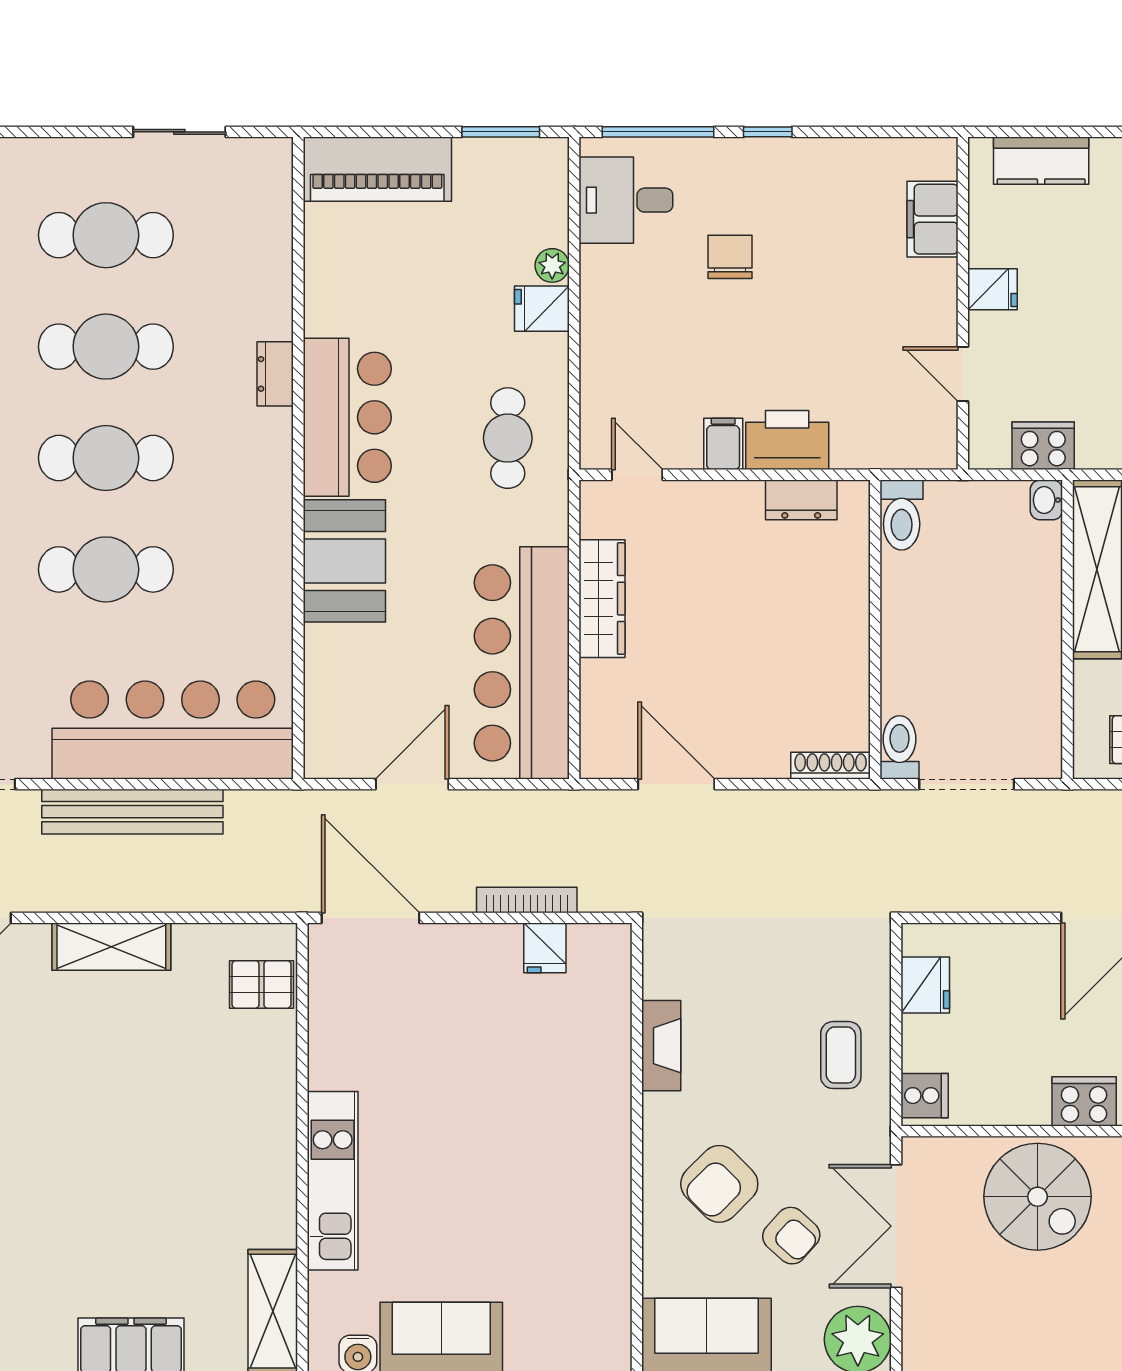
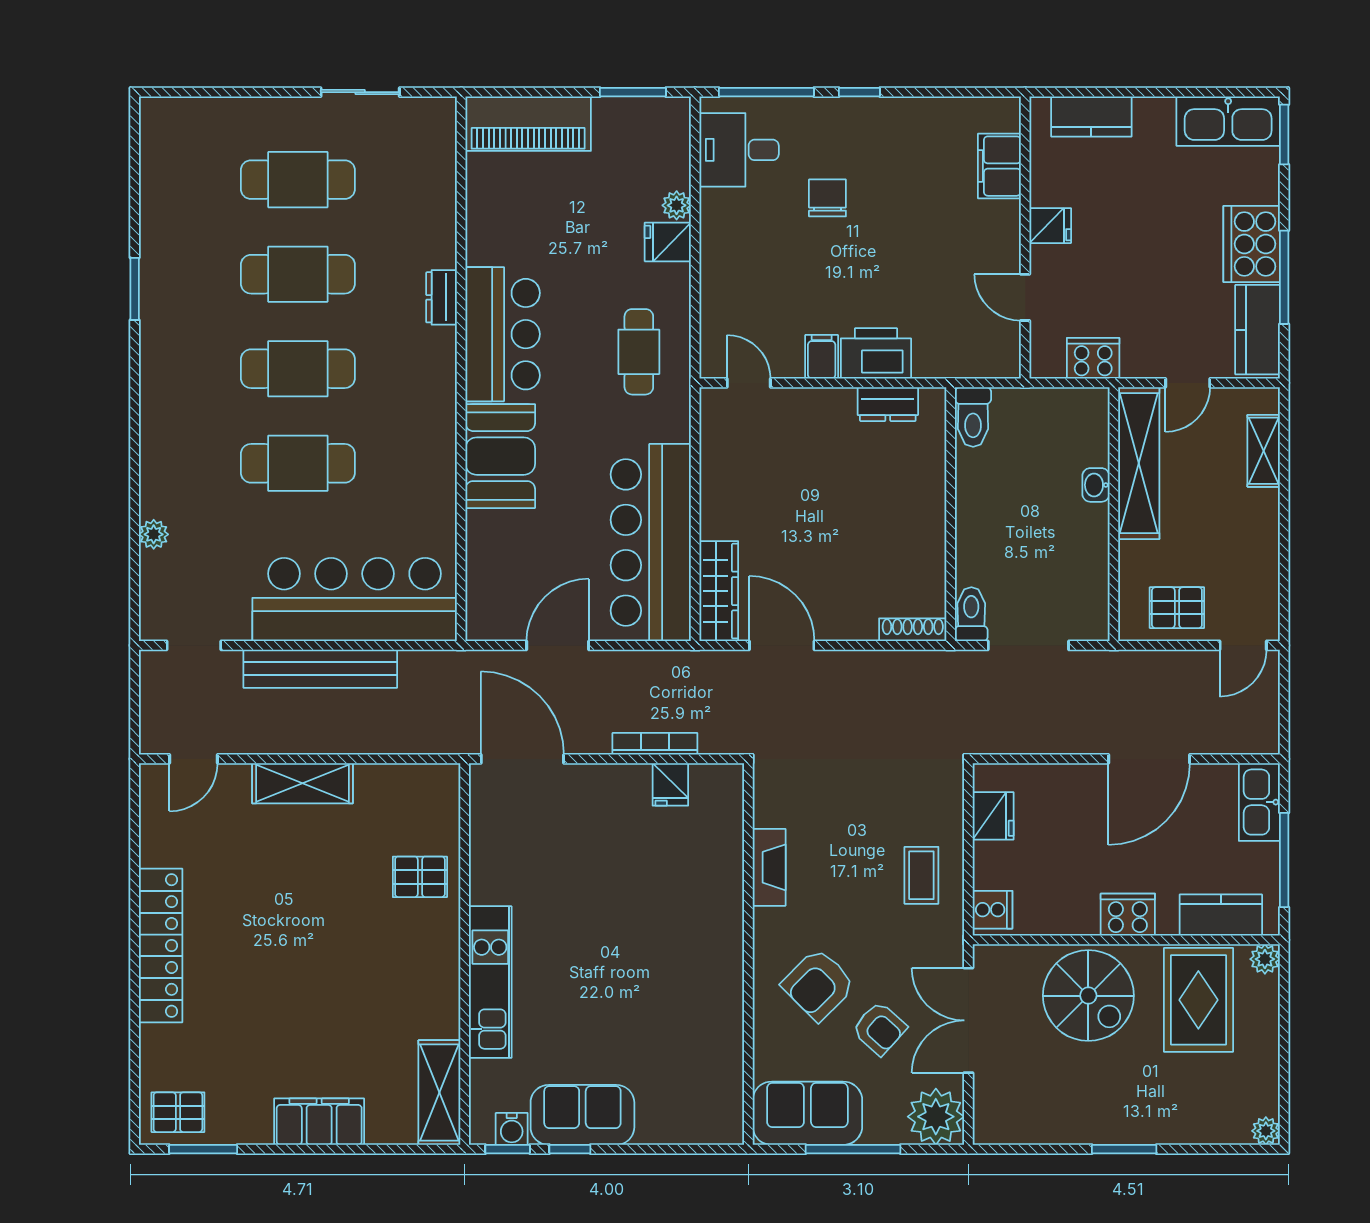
washbasin: (1046, 500) -> (1096, 485), moved
wardrobe: (602, 599) -> (719, 591), moved
pallet: (261, 984) -> (420, 877), moved

